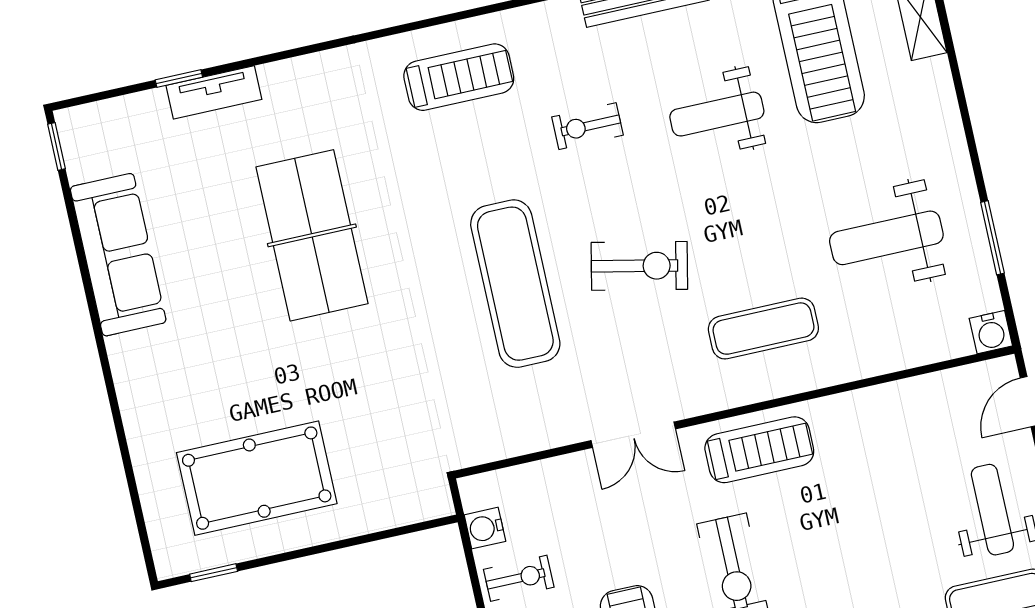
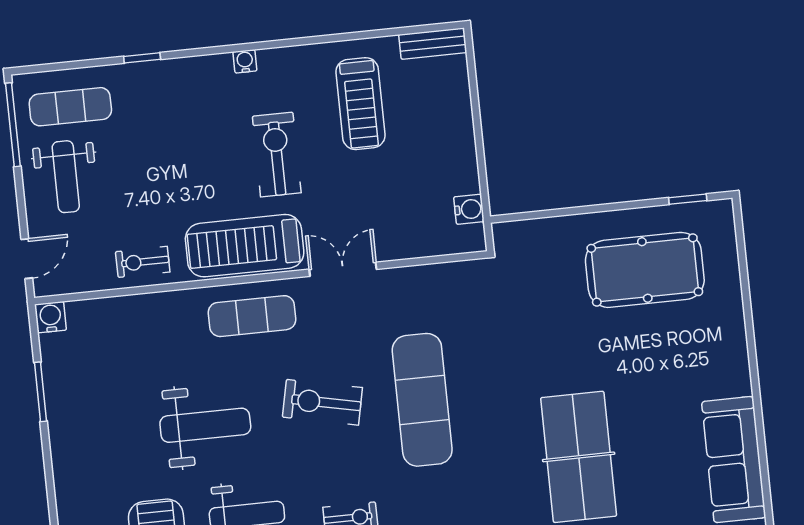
weight bench: (886, 238) -> (205, 425), moved
exercise mat: (763, 329) -> (252, 316), moved
treadmill: (759, 450) -> (245, 246), width x1.37, depth x1.38
exercise bike: (519, 578) -> (143, 262), moved

